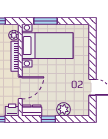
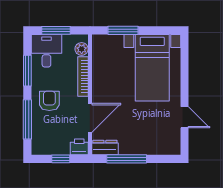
bed with nightstands: (47, 46) -> (152, 68), moved, turned 90
plant: (64, 109) -> (147, 146), removed
window: (48, 119) -> (127, 159), width x2.17

